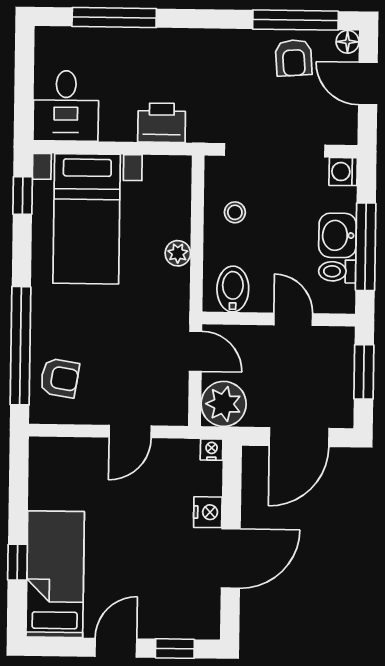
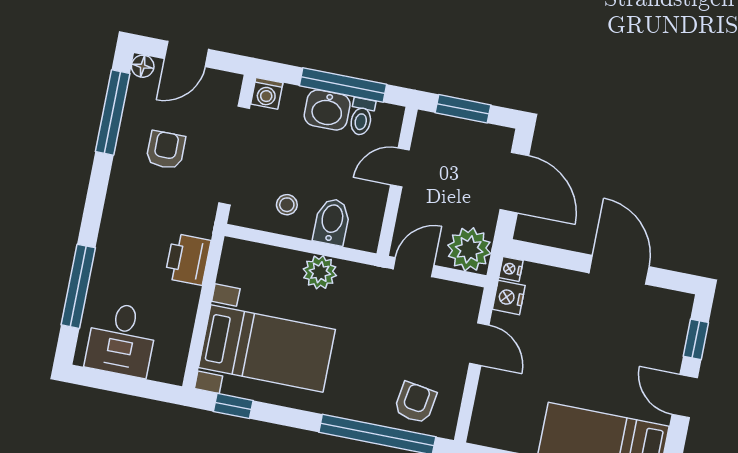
armchair: (294, 58) -> (166, 150), moved, turned -86
desk: (66, 106) -> (121, 339), moved, turned 90
plant: (178, 253) -> (320, 272), width x1.38, depth x1.38
bidet: (233, 289) -> (332, 222), moved, turned 90
nightstand: (208, 512) -> (509, 297), moved, turned -90

